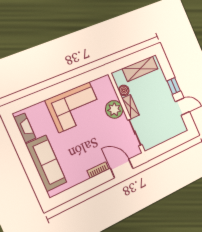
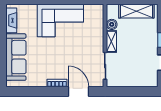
plant: (114, 109) -> (95, 37), removed

